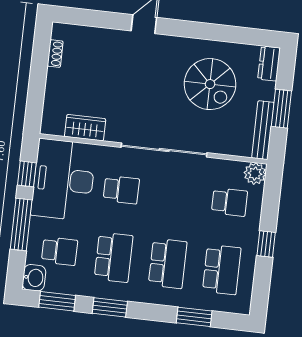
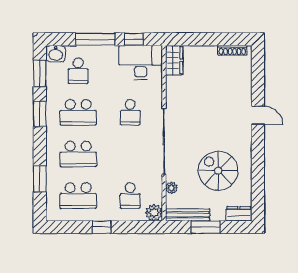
shoe rack: (55, 54) -> (232, 50), width x1.43
spiral stairs: (210, 84) -> (218, 171), turned 90
wardrobe: (85, 128) -> (174, 60), moved
plant: (225, 147) -> (171, 188), added
desk: (64, 180) -> (141, 62), width x0.73, depth x0.77

